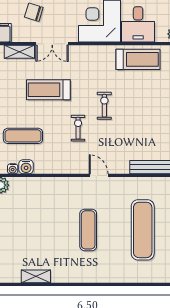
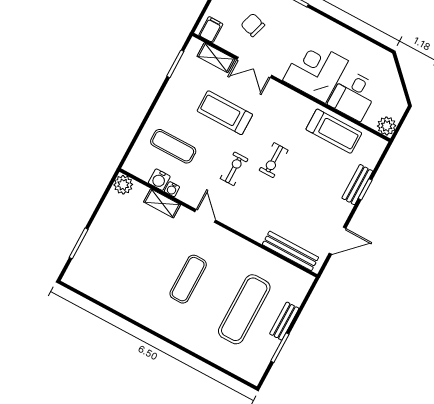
exercise bike: (104, 106) -> (274, 160), turned 180
water cooler: (13, 169) -> (172, 189), moved
door: (99, 175) -> (205, 216), moved
shelving: (36, 276) -> (162, 203), moved

